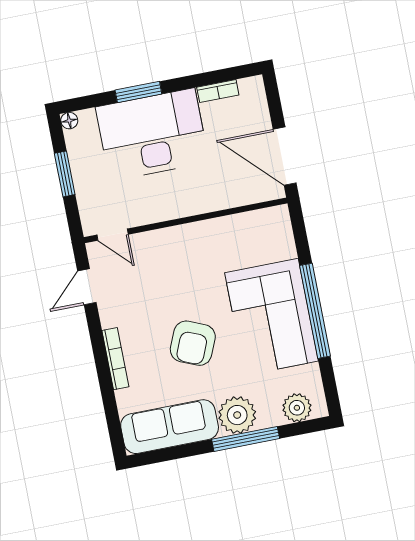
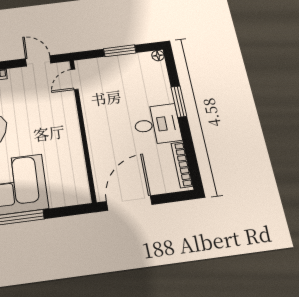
bookcase: (218, 91) -> (182, 165), width x1.56
desk: (152, 134) -> (157, 124), width x0.53, depth x0.77

